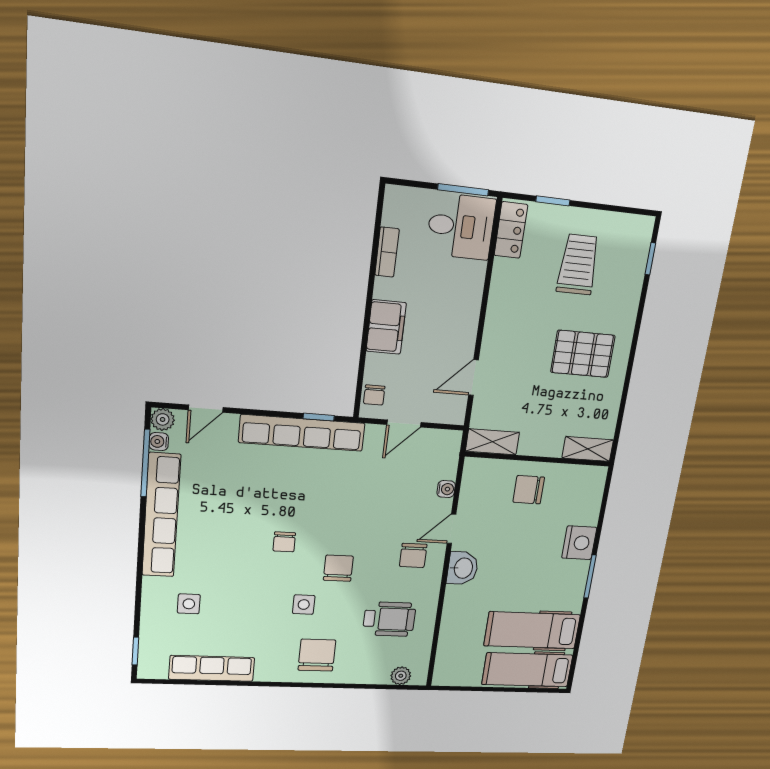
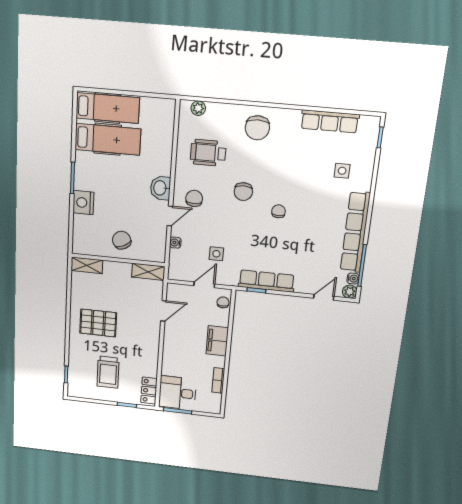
row of seats: (302, 433) -> (266, 281), width x0.73
chair: (529, 490) -> (122, 240), turned -116
side table: (304, 605) -> (216, 254), moved

